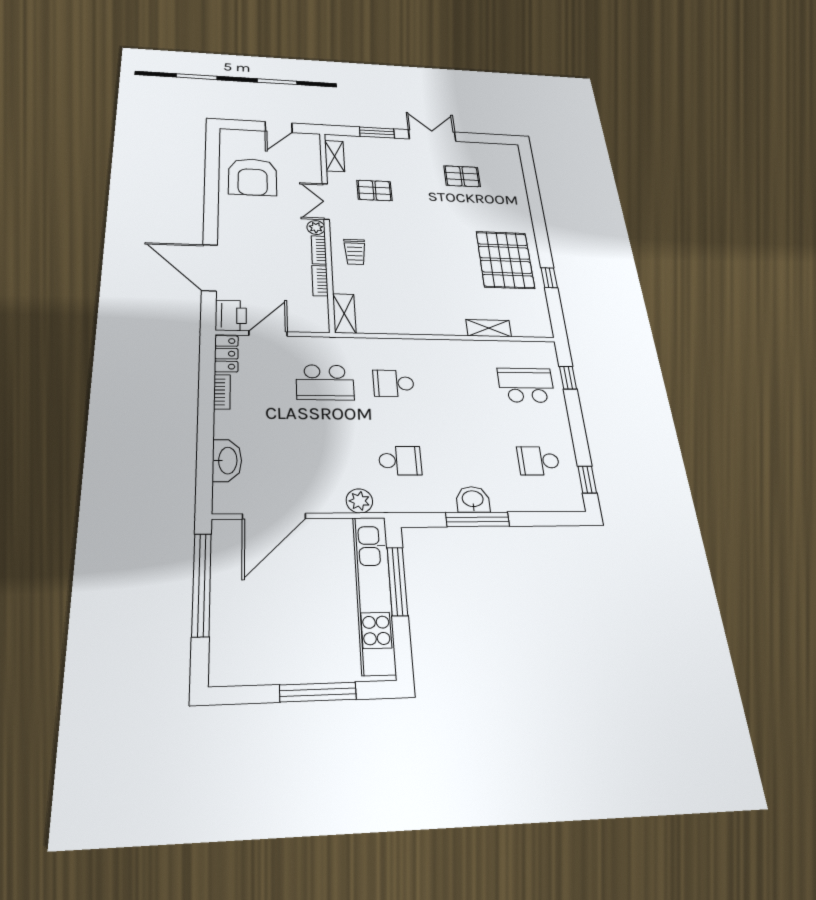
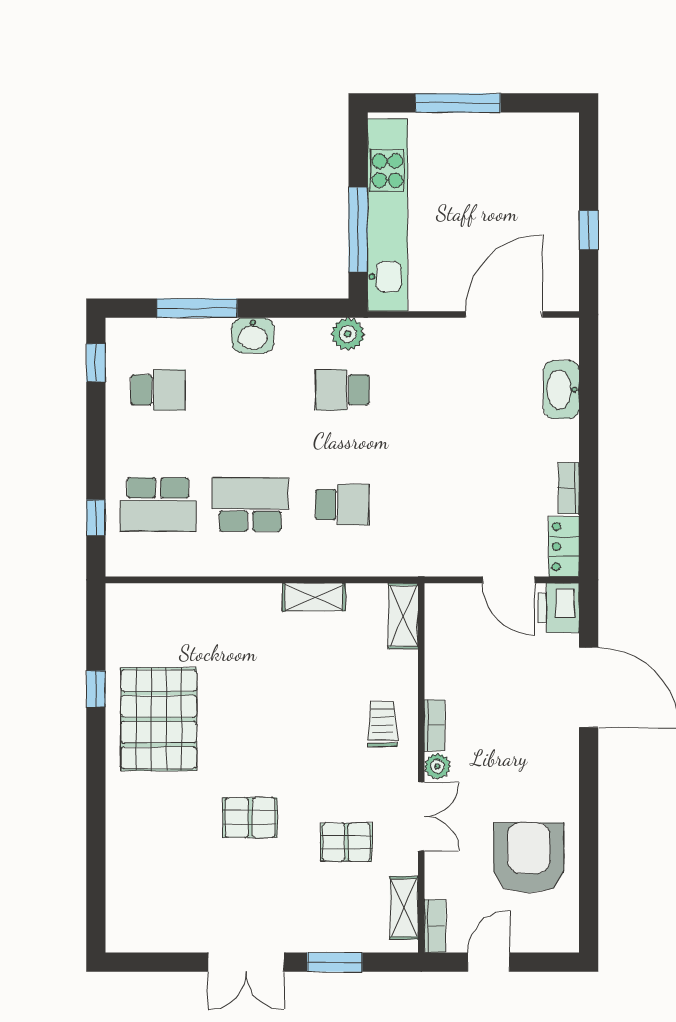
pallet: (462, 176) -> (250, 818), moved
bookcase: (320, 281) -> (435, 926), moved
shelving: (489, 328) -> (314, 597), moved
door: (268, 334) -> (509, 580), hinge flipped
school desk: (325, 382) -> (250, 505), moved
plant: (359, 501) -> (348, 334), moved
window: (477, 519) -> (197, 308), moved
window: (202, 584) -> (589, 230), width x0.32

